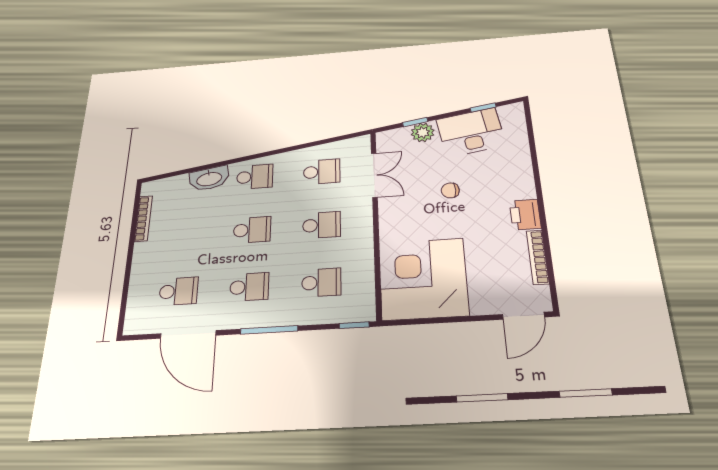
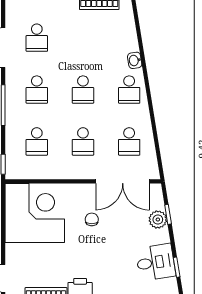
desk: (471, 132) -> (156, 262), width x0.73
double door: (374, 175) -> (123, 181), width x1.37
washbasin: (209, 179) -> (135, 60), width x0.52, depth x0.69
chair: (450, 190) -> (92, 219), moved

